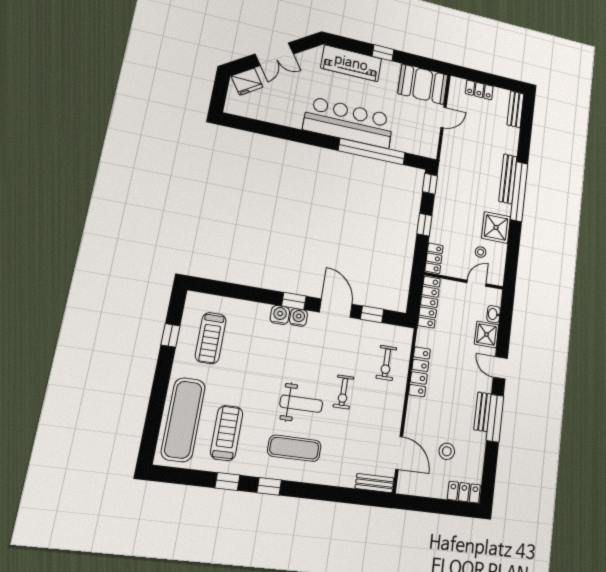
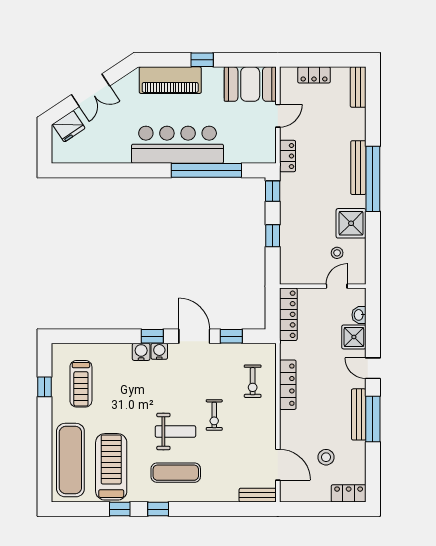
locker: (434, 258) -> (288, 156), moved
bench: (482, 412) -> (359, 414), width x1.36
treadmill: (227, 433) -> (111, 467), width x1.37, depth x1.38

